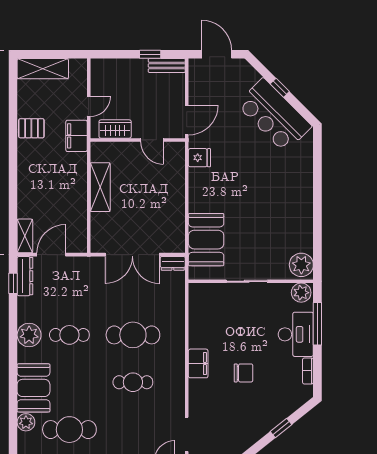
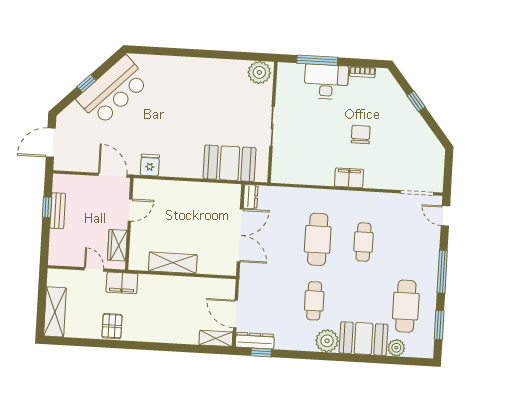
bench: (167, 65) -> (58, 211), moved
plant: (301, 293) -> (286, 74), removed
plant: (29, 335) -> (327, 341), moved

